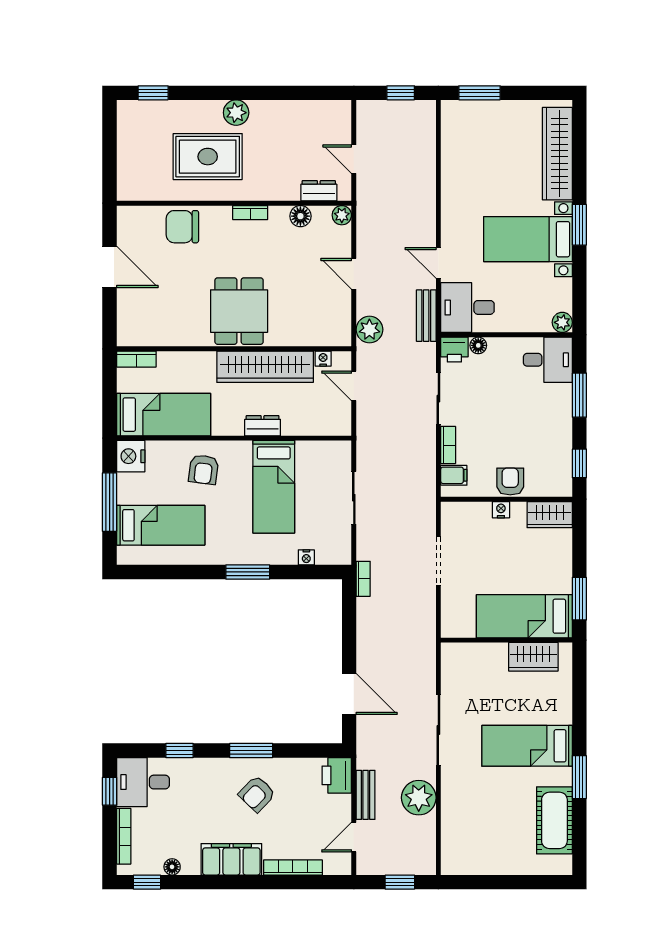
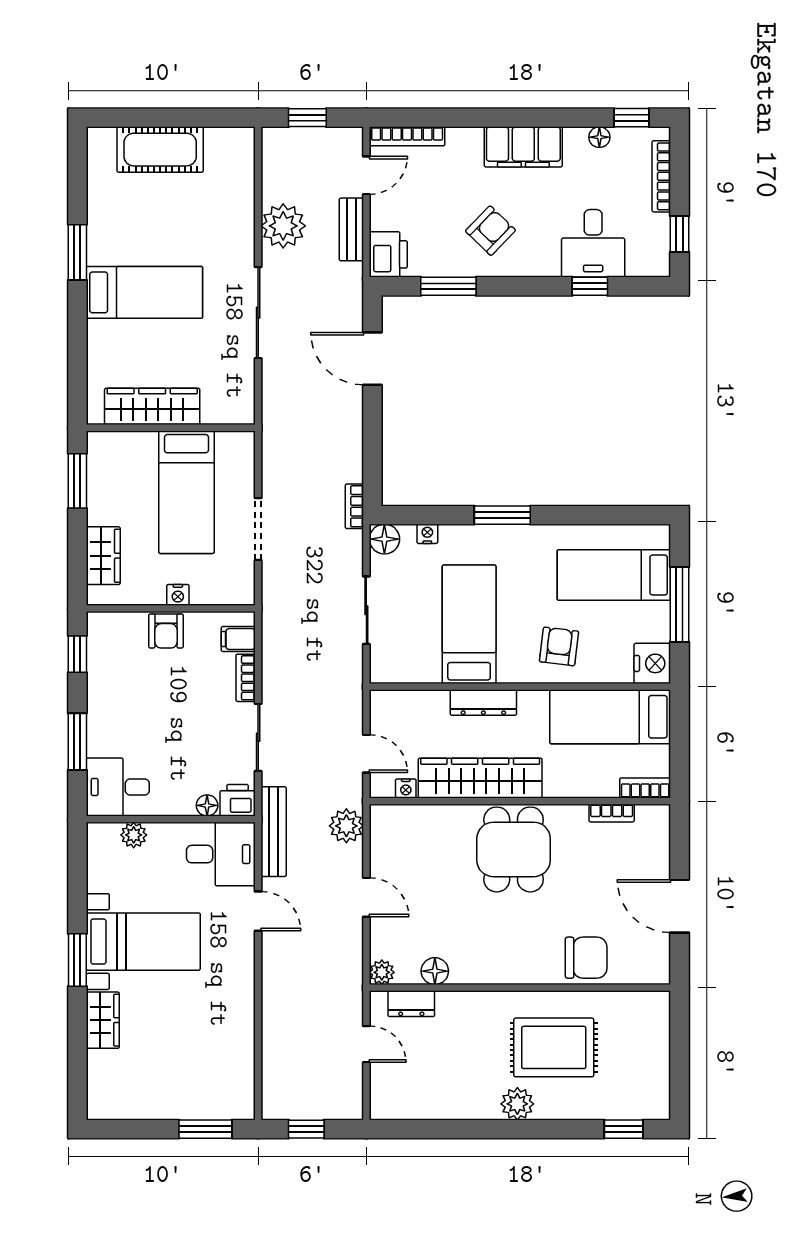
wardrobe: (557, 154) -> (103, 1020), width x0.48, depth x0.85
bookcase: (250, 213) -> (612, 813), moved, turned 180
bench: (426, 316) -> (274, 832), width x1.36
plant: (562, 322) -> (134, 835), moved
dresser: (263, 426) -> (483, 703), width x1.44
wardrobe: (550, 515) -> (103, 556), moved, turned 90
floor lamp: (340, 553) -> (384, 539), added
bed: (524, 616) -> (186, 492), moved, turned 90
wardrobe: (533, 657) -> (152, 406), width x1.50
window: (251, 751) -> (448, 286), moved
desk: (143, 782) -> (593, 243), moved, turned 90
cot: (554, 820) -> (160, 150), moved, turned 90
bookcase: (293, 868) -> (407, 136), moved

